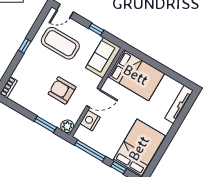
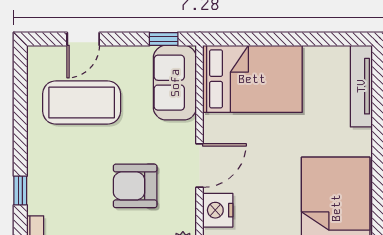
door: (65, 11) -> (83, 39), moved
window: (96, 29) -> (164, 39), moved
window: (25, 46) -> (20, 190), moved

